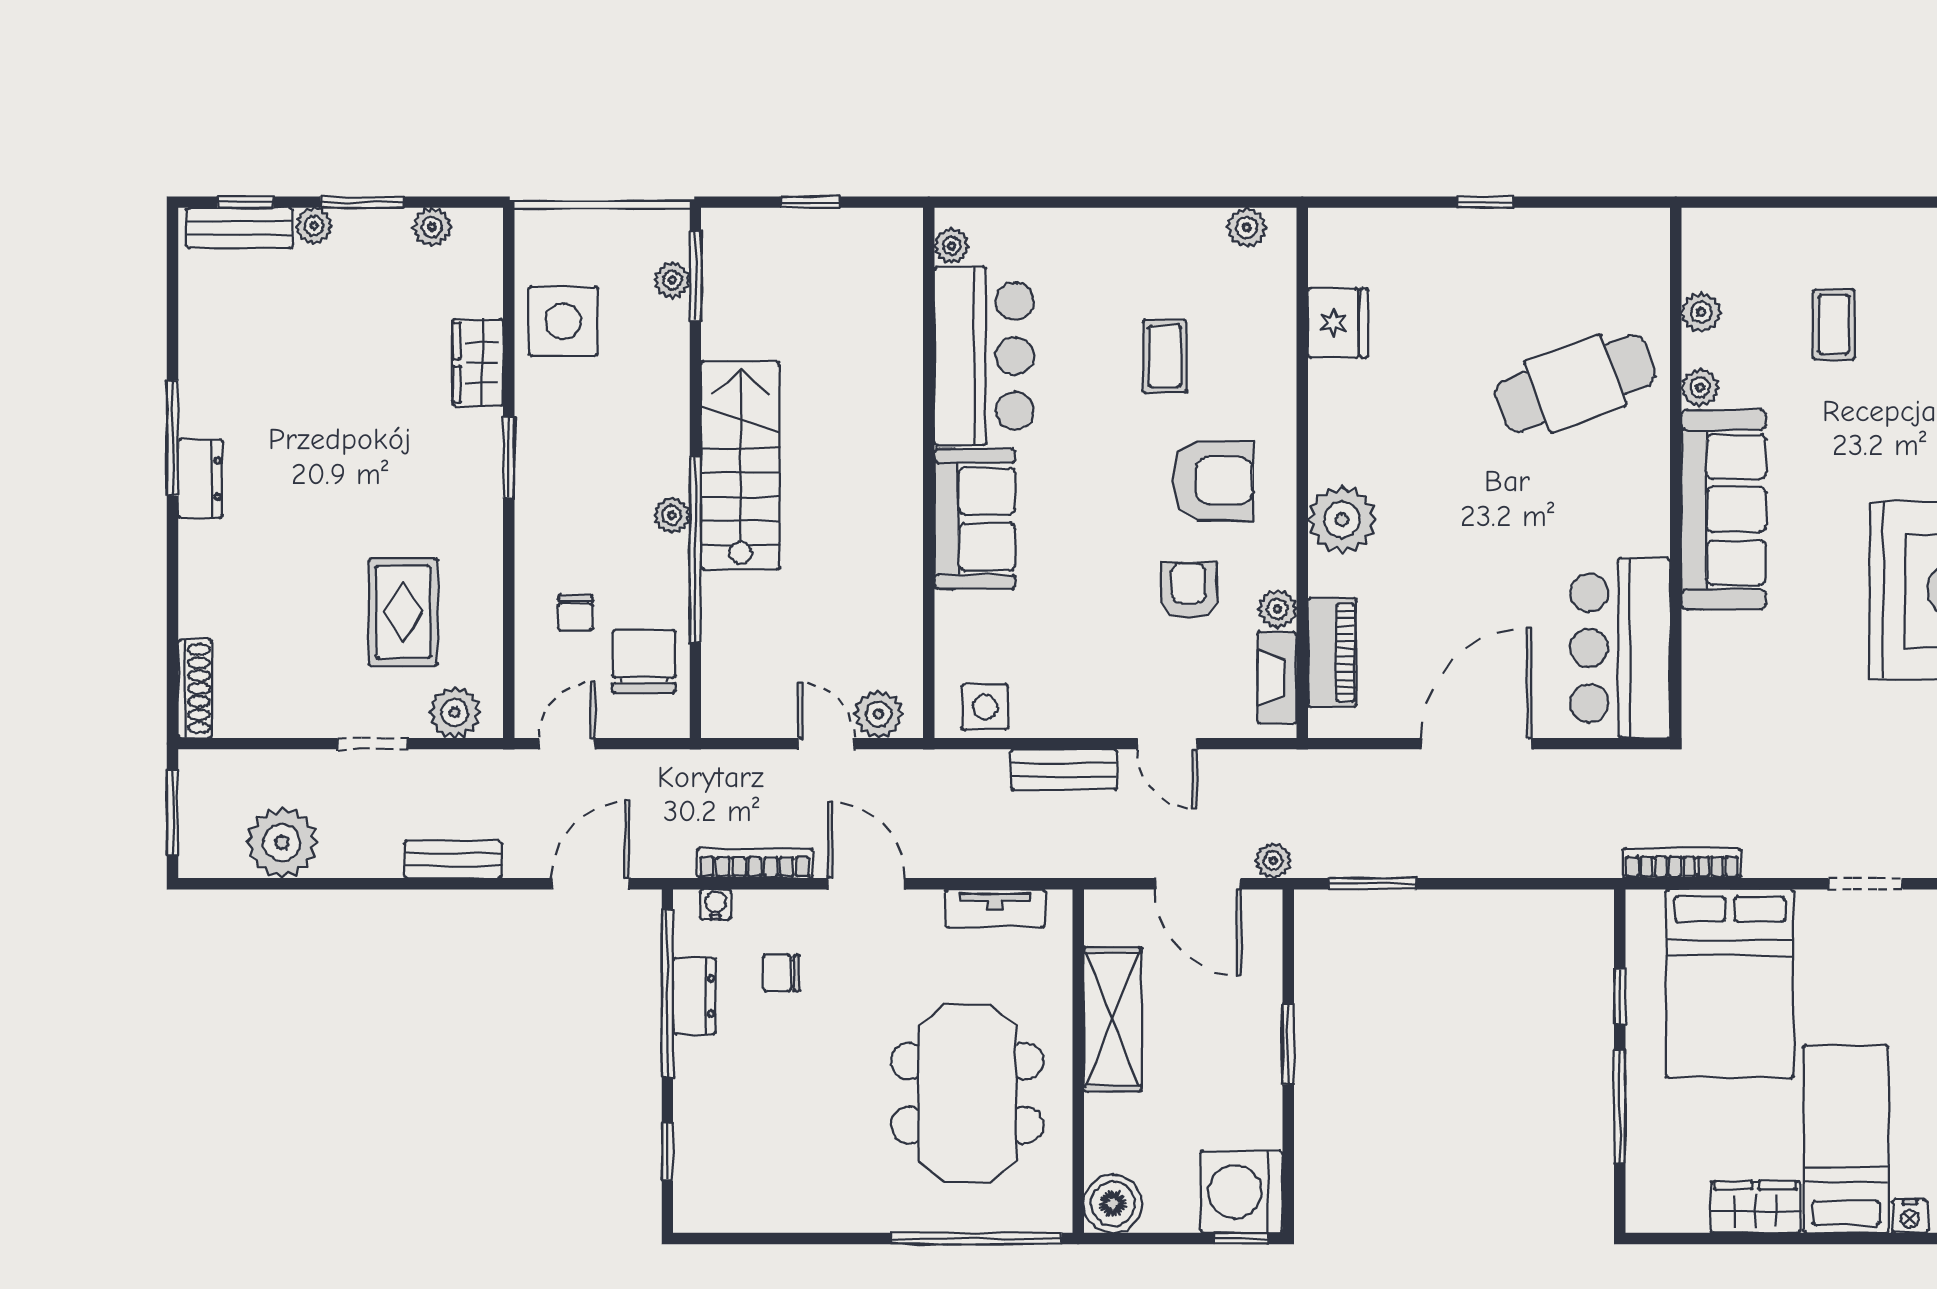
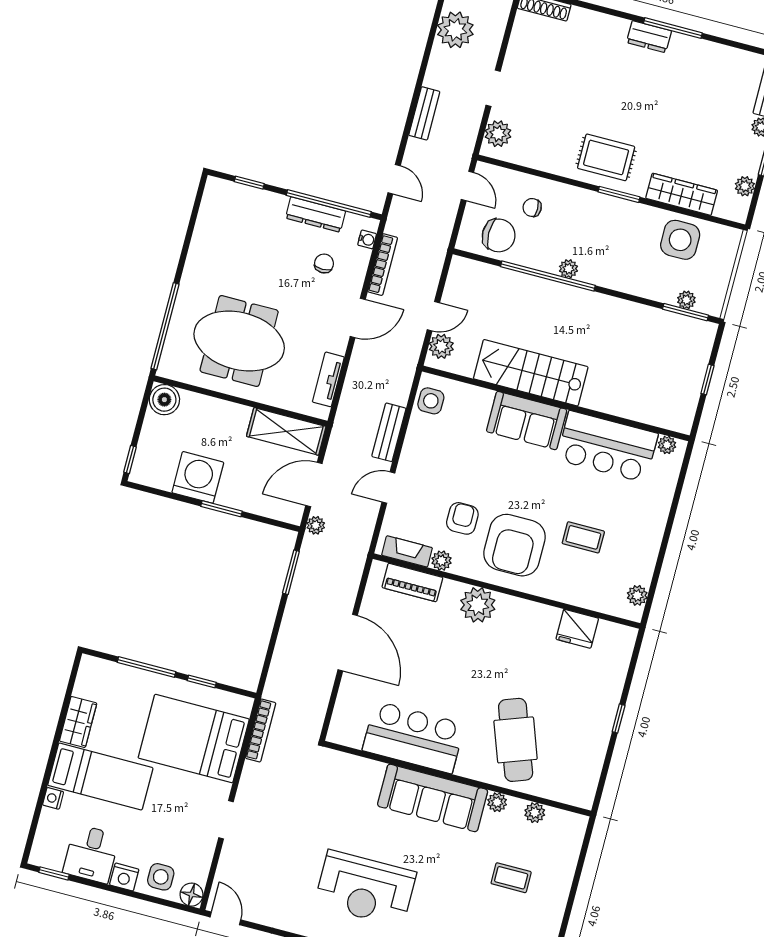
wardrobe: (478, 363) -> (682, 194), width x1.50
stairs: (740, 465) -> (531, 373), moved, turned 180
armchair: (1213, 481) -> (514, 545), width x1.36, depth x1.36
armchair: (1189, 591) -> (462, 518), turned -90
rug: (403, 612) -> (606, 157), moved
bar counter: (1620, 648) -> (414, 737), moved
door: (590, 884) -> (394, 179), width x0.73
dresser: (694, 996) -> (316, 215), width x1.44
shelving: (1113, 1019) -> (286, 431), moved
washing machine: (1241, 1192) -> (198, 477), moved

